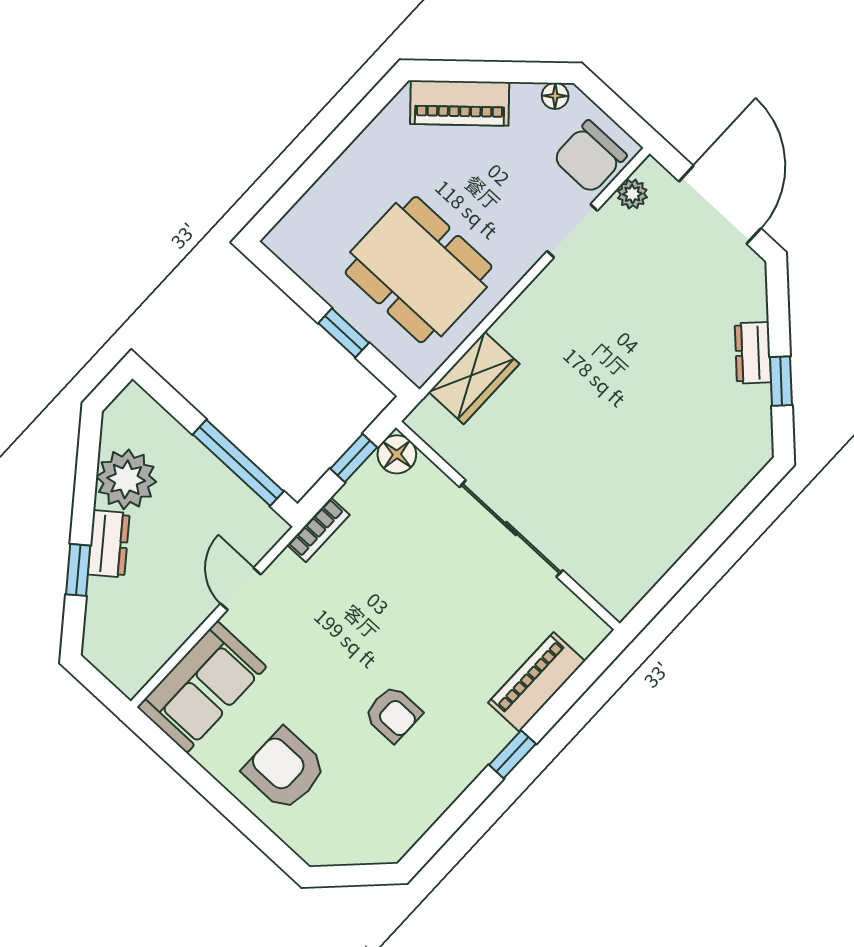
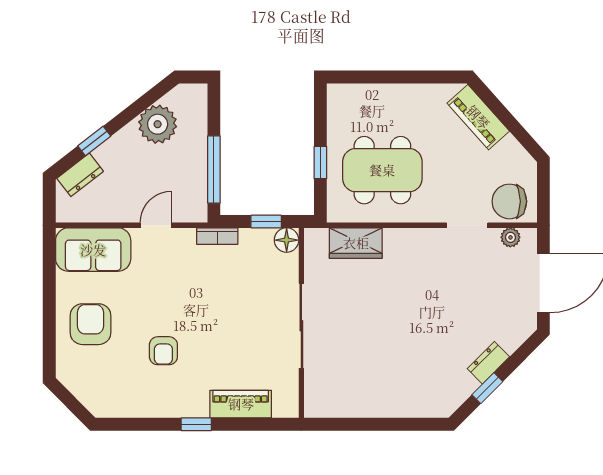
floor lamp: (555, 96) -> (523, 159), removed
dining table: (419, 270) -> (382, 170), turned 90
dresser: (109, 544) -> (80, 175), moved

